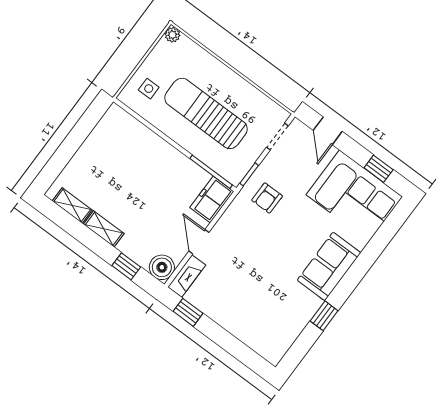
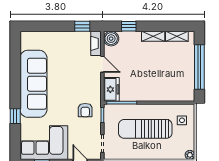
sun lounger: (206, 113) -> (145, 129), turned 180
window: (73, 142) -> (199, 67), added
armchair: (267, 198) -> (85, 110), turned 180
sofa: (329, 266) -> (33, 84), width x1.85, depth x1.27
window: (324, 316) -> (15, 116), moved

